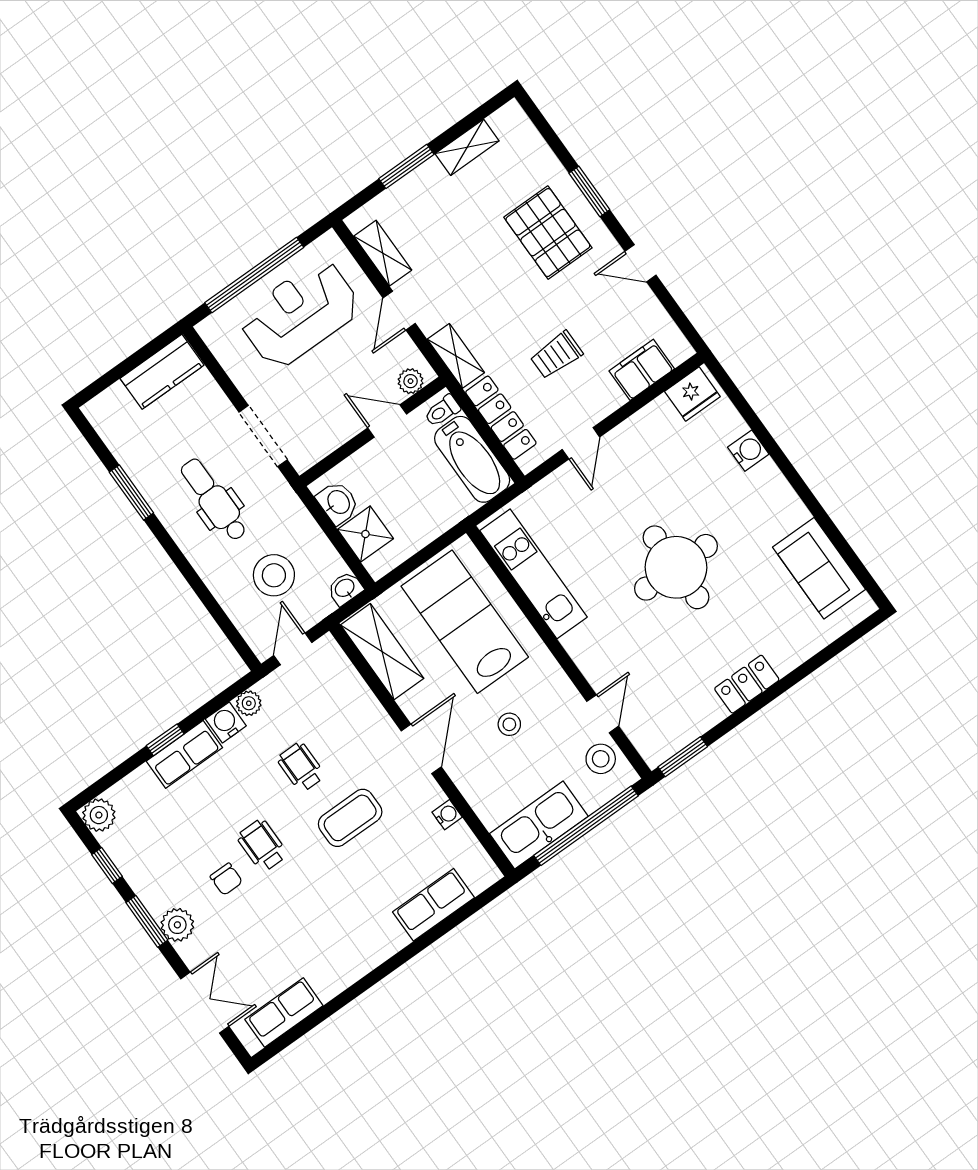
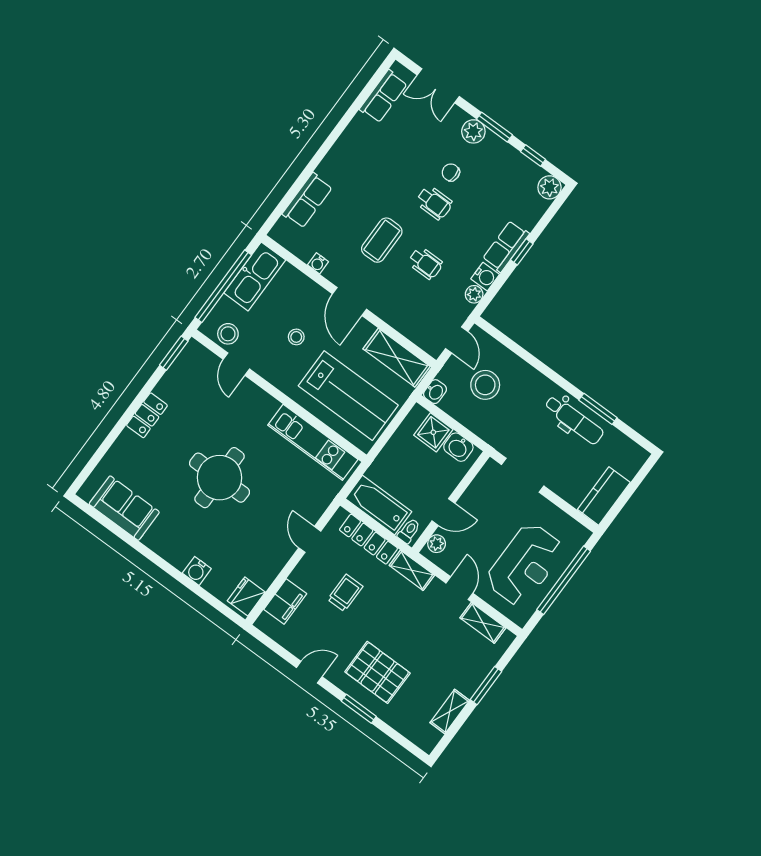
dental chair: (214, 500) -> (574, 420), moved

